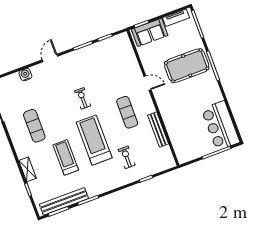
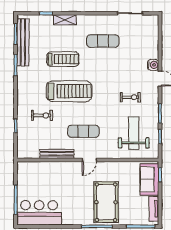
weight bench: (111, 64) -> (134, 133), added
water cooler: (25, 75) -> (153, 65), moved
door: (147, 83) -> (89, 160), moved
exercise bike: (83, 98) -> (130, 97), moved

